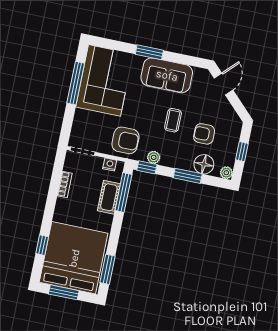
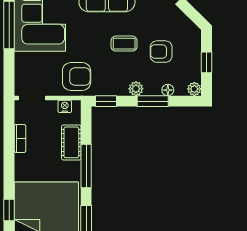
coffee table: (173, 120) -> (124, 44), turned 90
plant: (154, 157) -> (136, 89), moved
floor lamp: (204, 164) -> (168, 90), width x0.53, depth x0.53
window: (123, 192) -> (86, 166), moved

